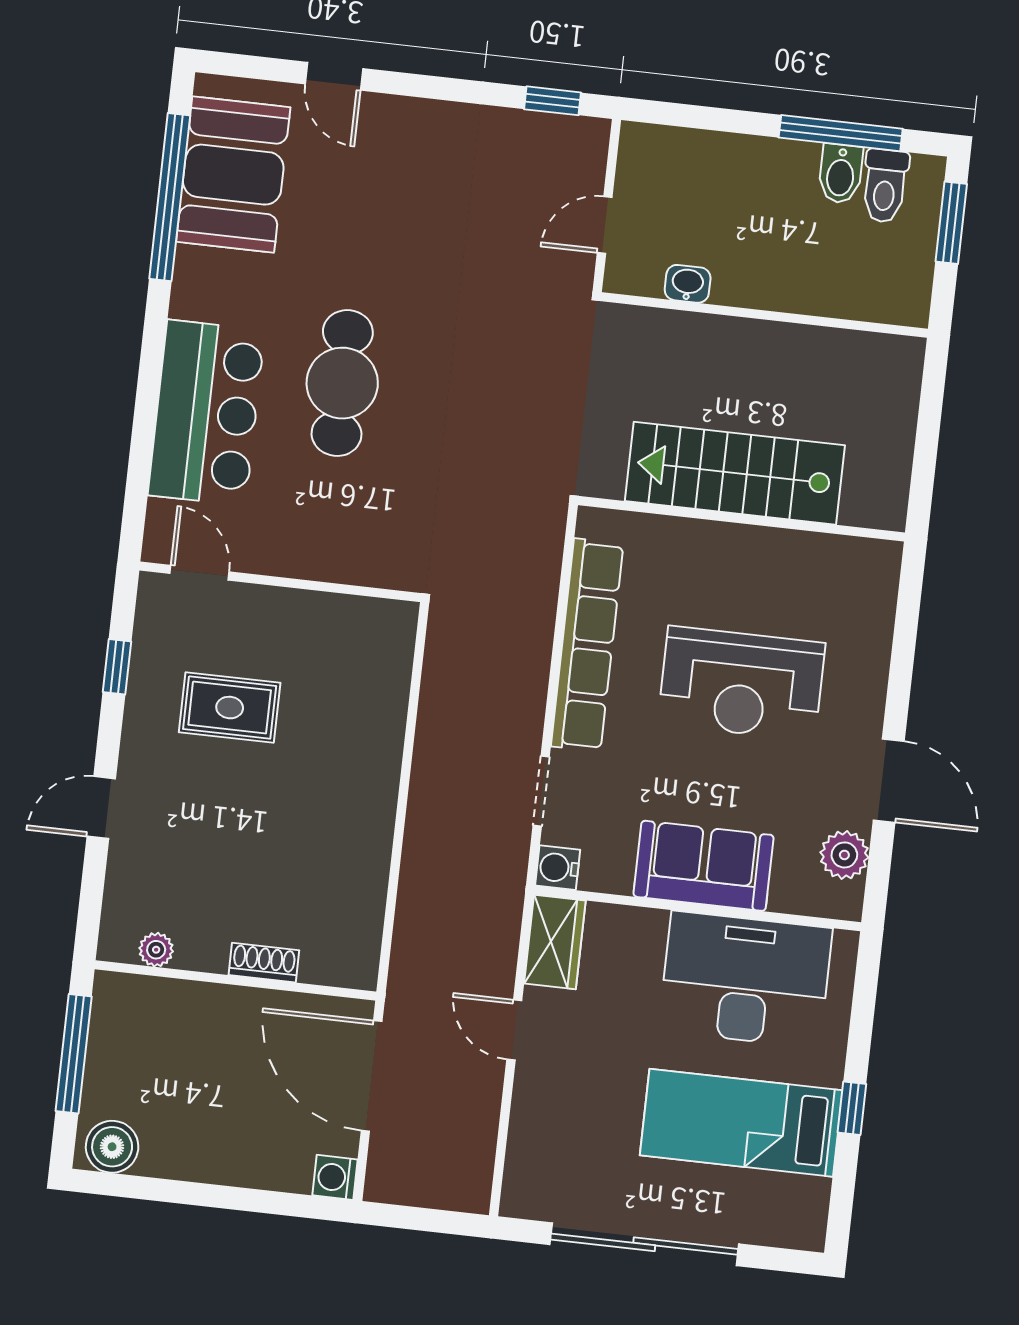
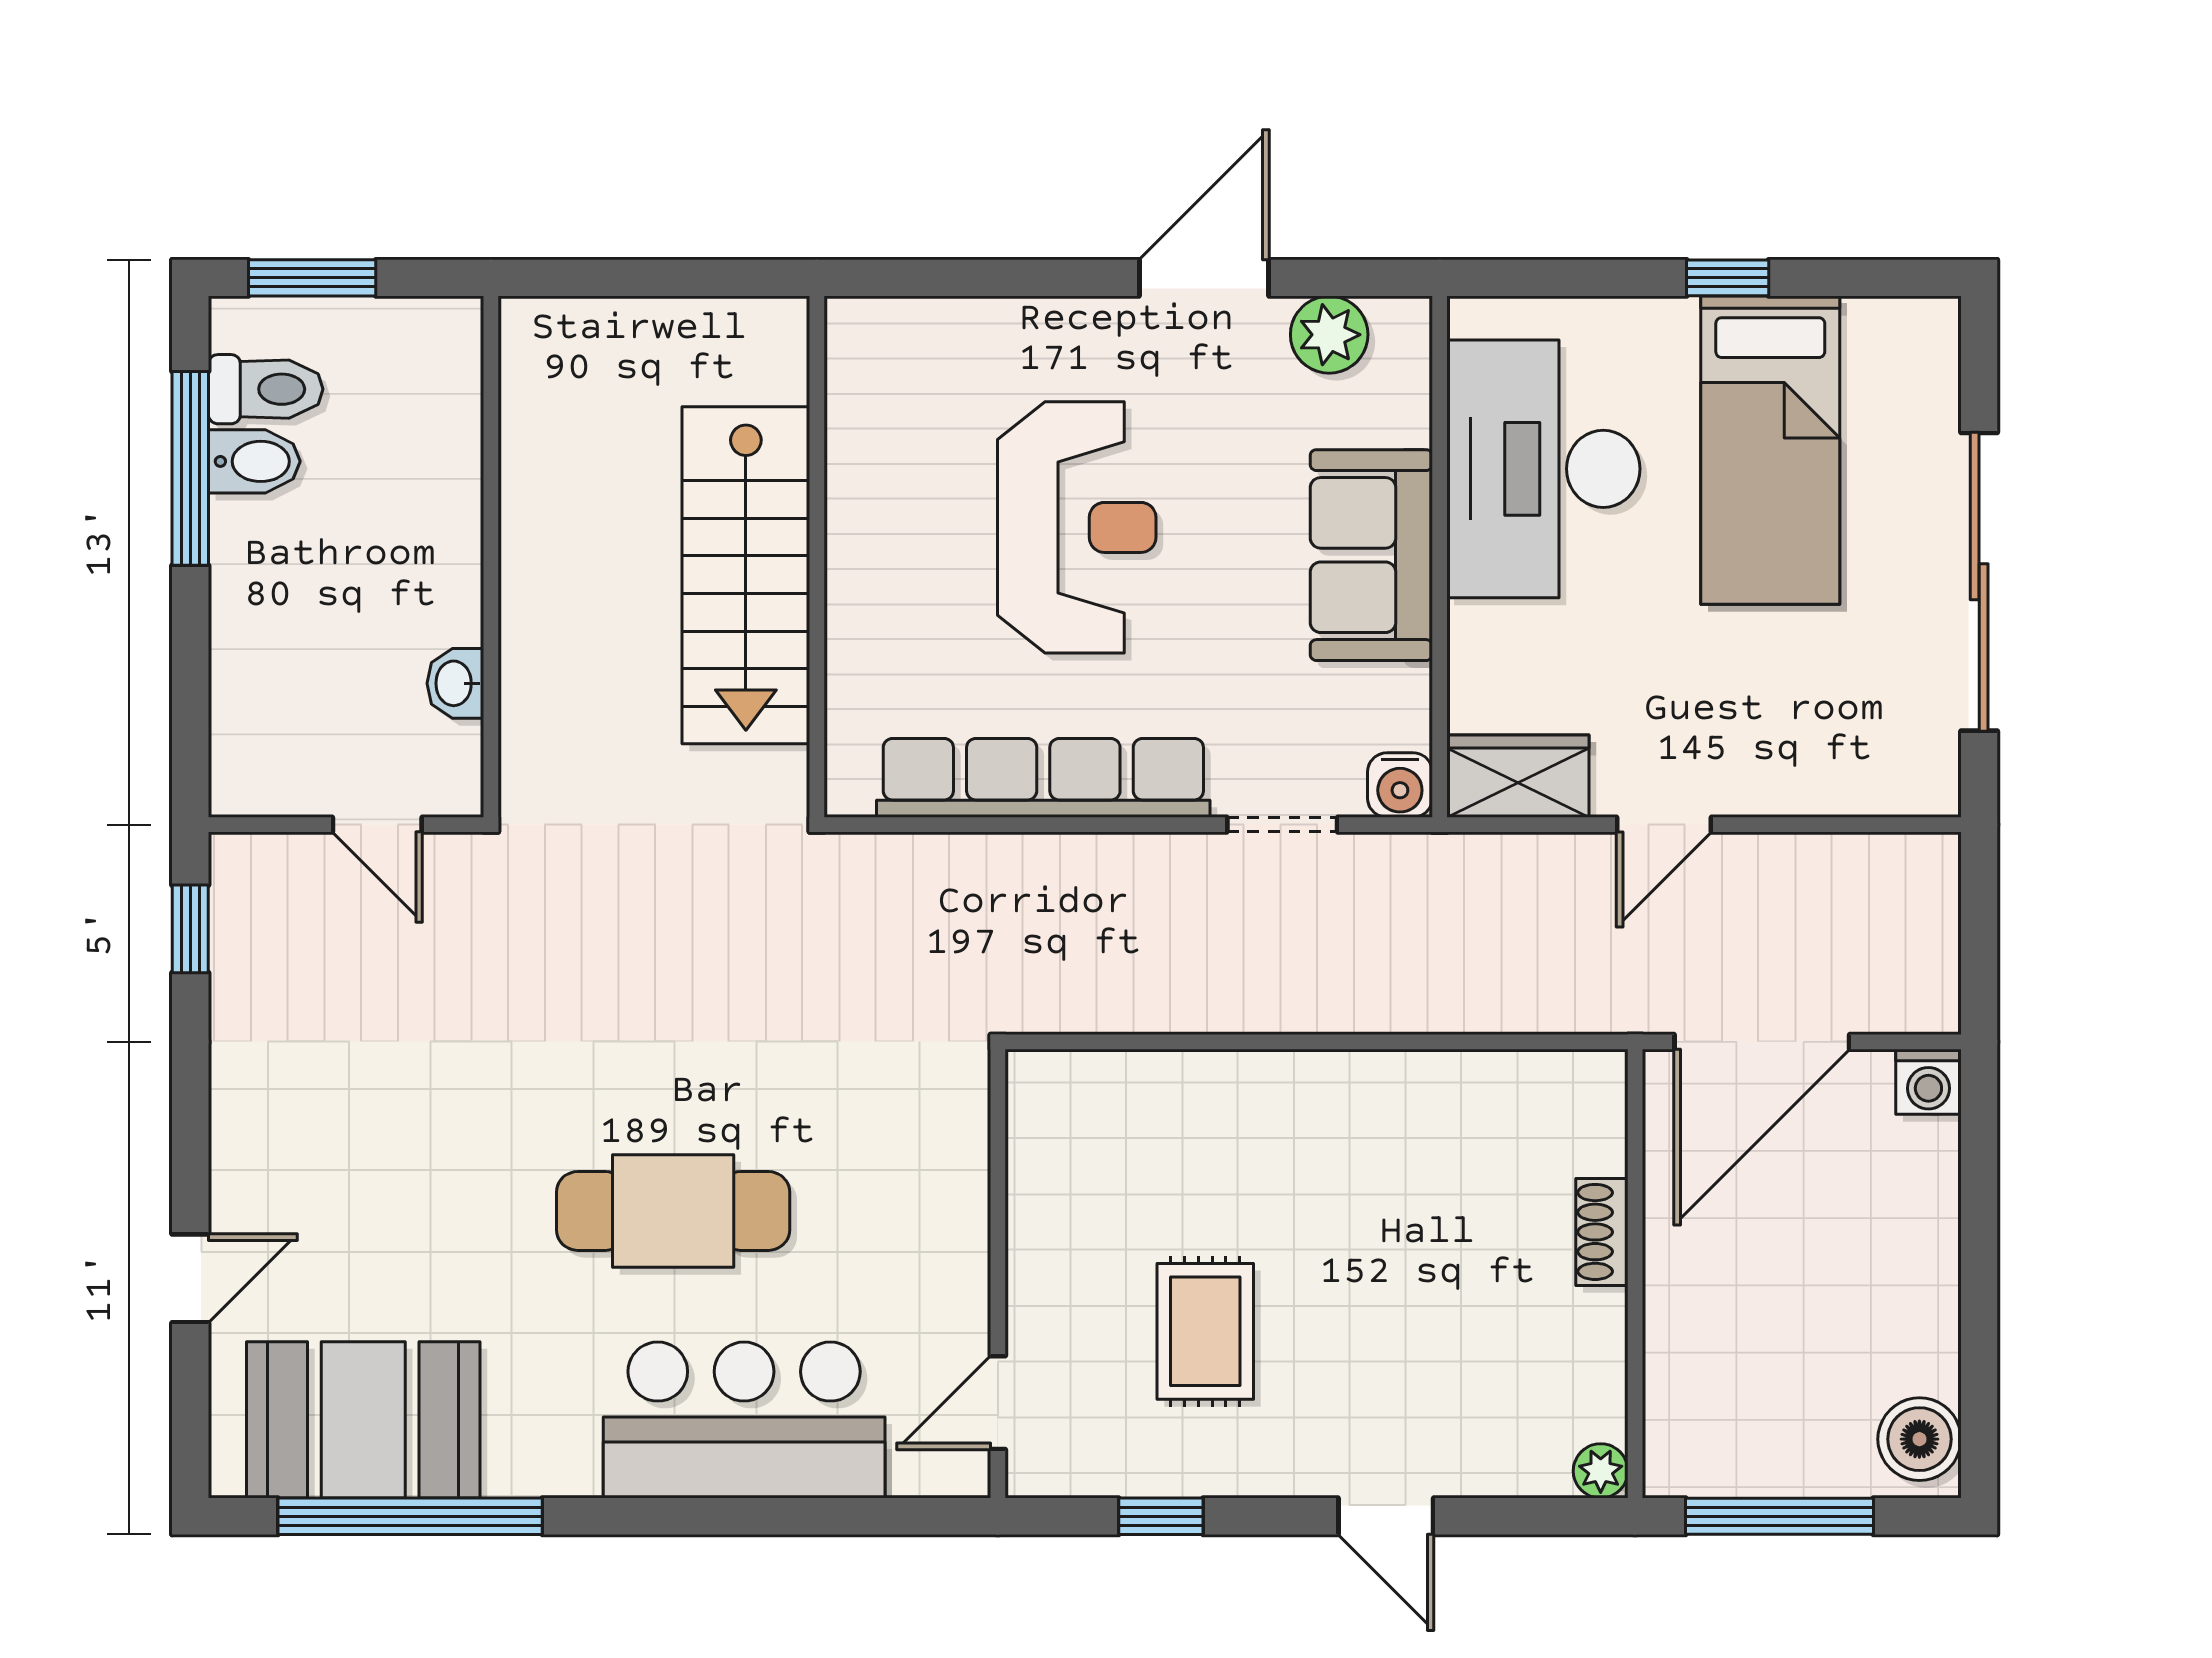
plant: (156, 950) -> (1601, 1471), moved

